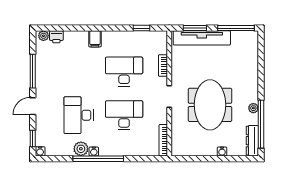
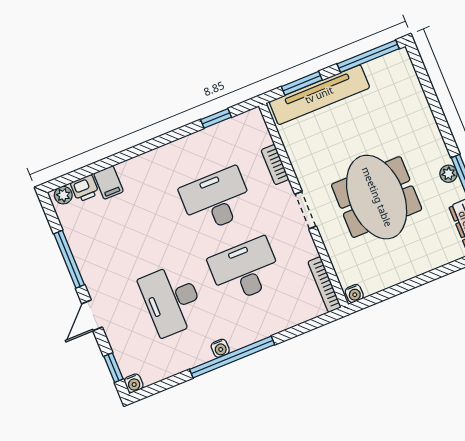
filing cabinet: (95, 39) -> (109, 183), moved
plant: (81, 149) -> (198, 352), removed
water cooler: (222, 151) -> (354, 294), moved

